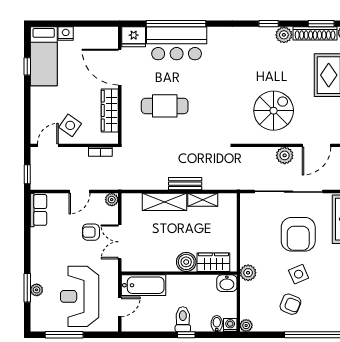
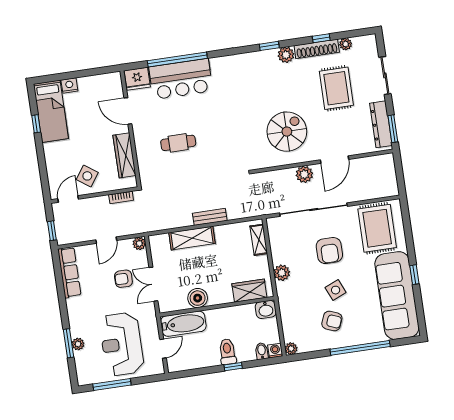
window: (321, 24) -> (321, 38), width x0.67
door: (120, 67) -> (128, 111), width x0.73
cafe table: (165, 106) -> (178, 143), width x0.73, depth x0.74
shelving: (203, 200) -> (259, 240), moved, turned 90
row of seats: (38, 210) -> (69, 272), width x1.48
armchair: (298, 234) -> (329, 251), width x0.73, depth x0.73
boiler: (186, 262) -> (198, 298), moved
plant: (248, 273) -> (282, 273), moved

